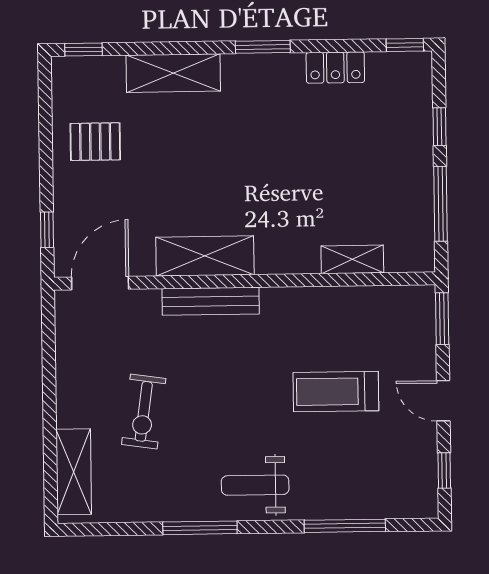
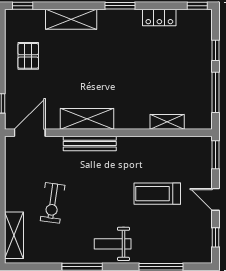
pallet: (95, 142) -> (28, 56), turned 90

